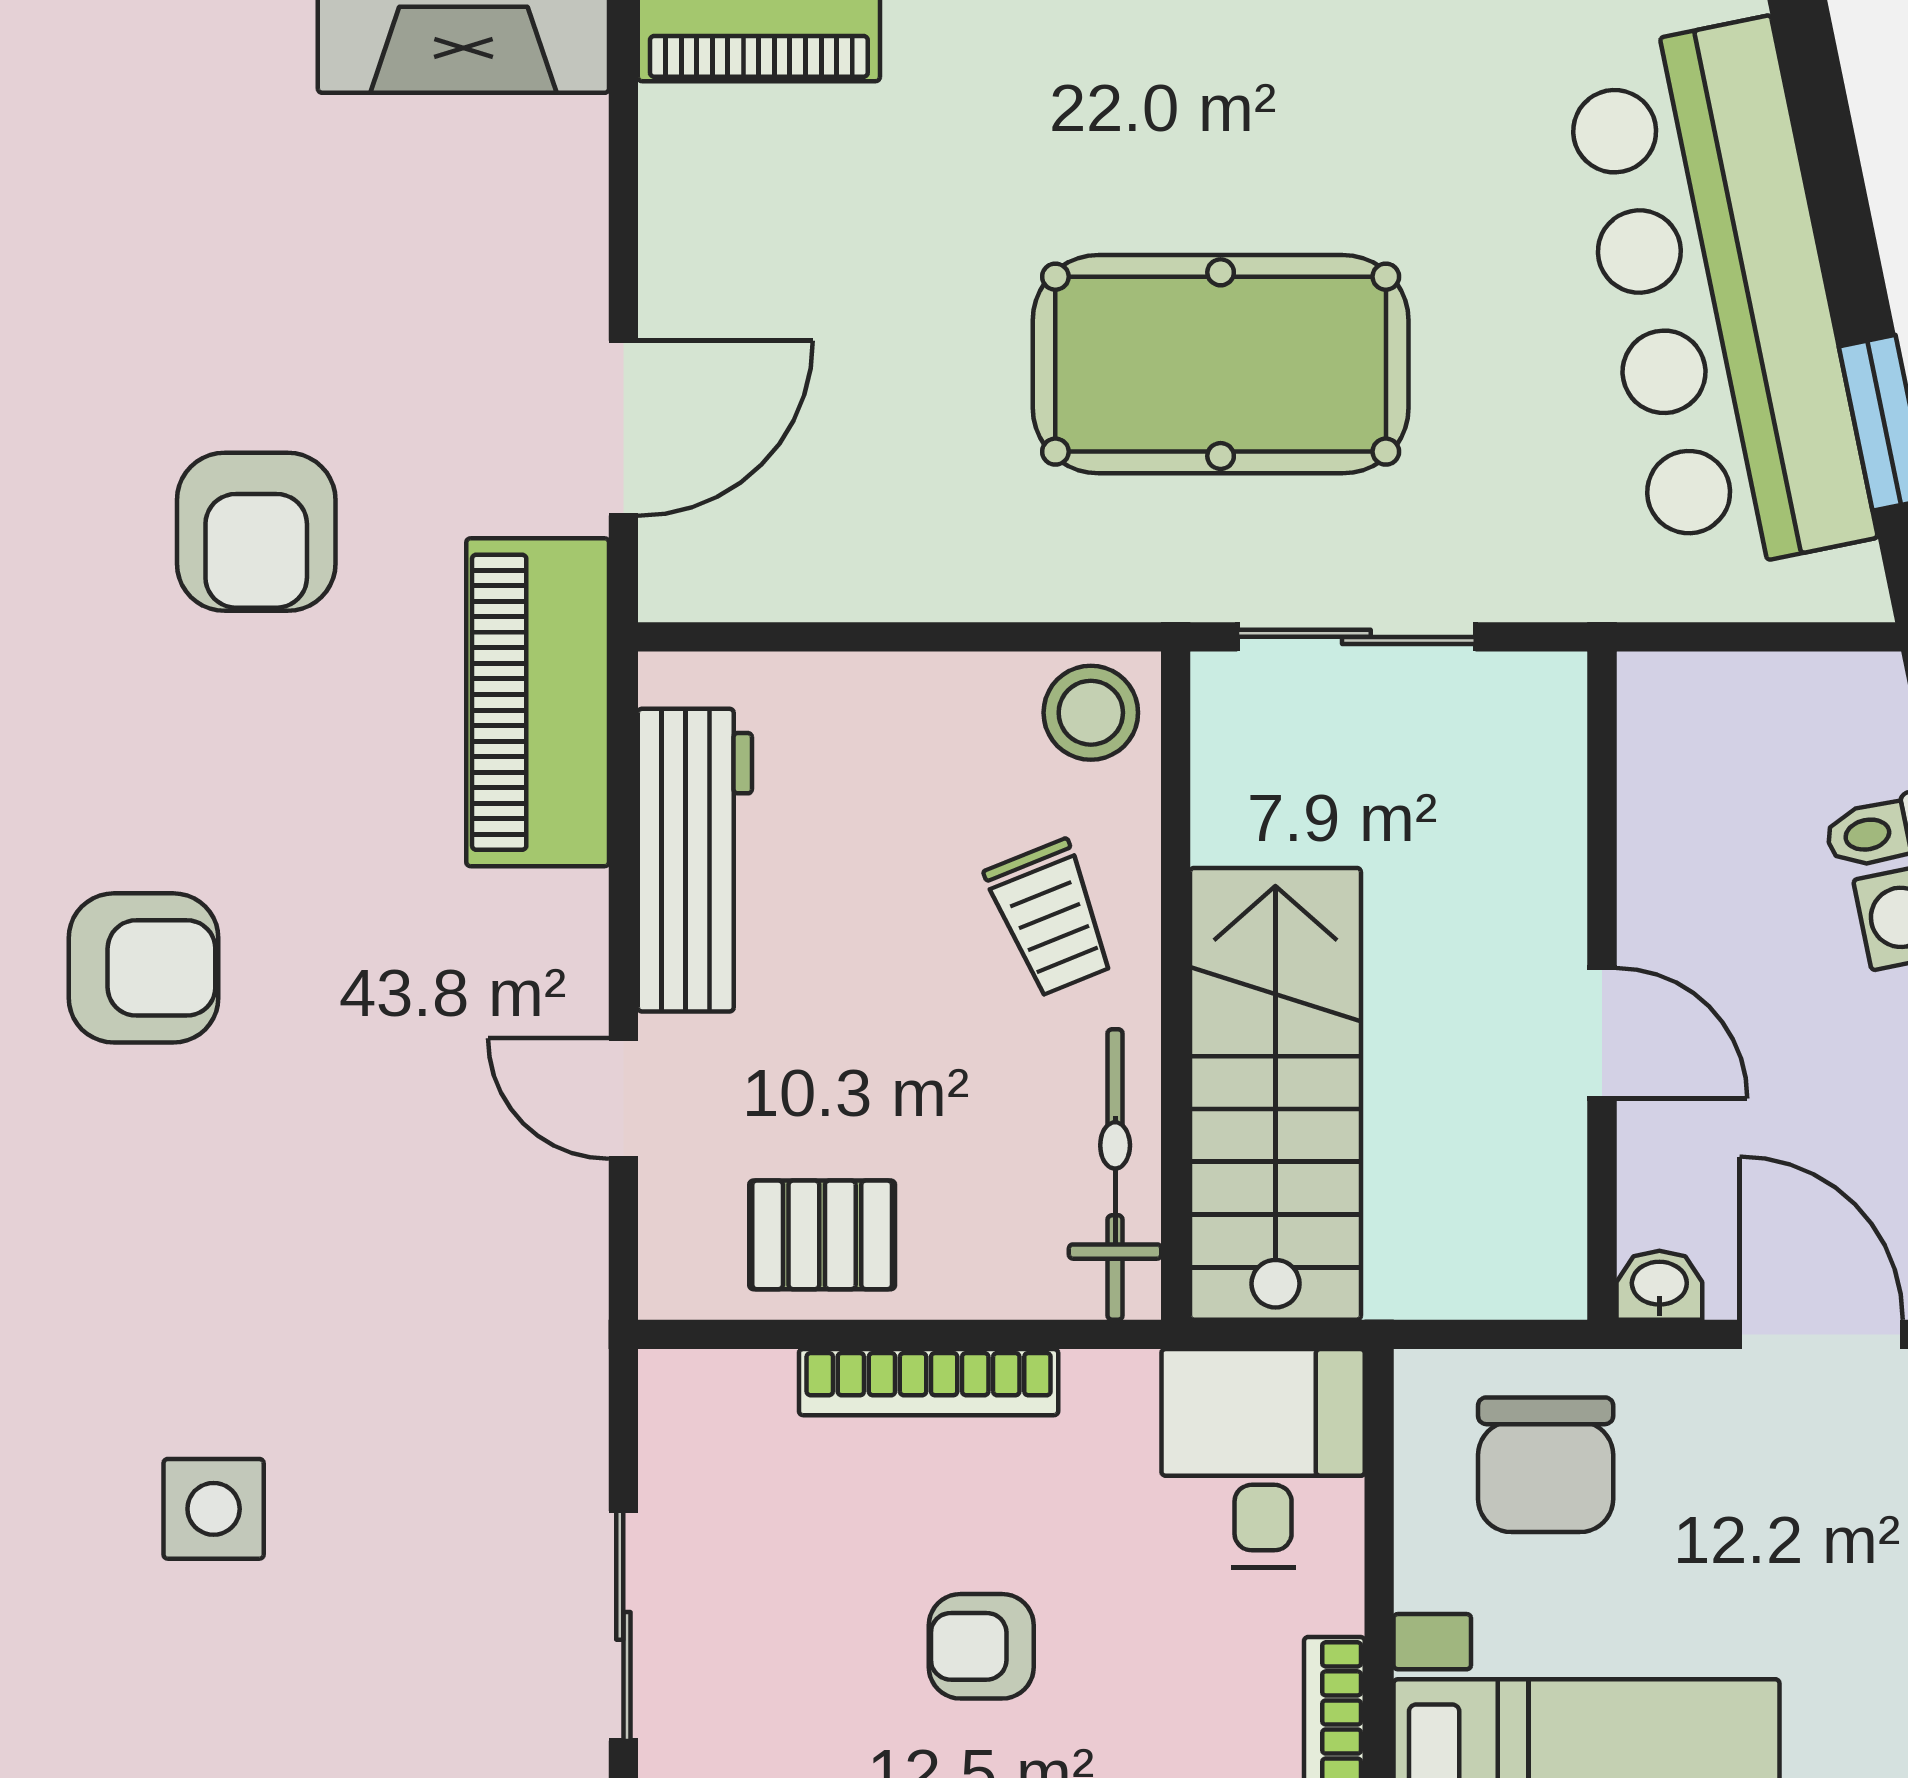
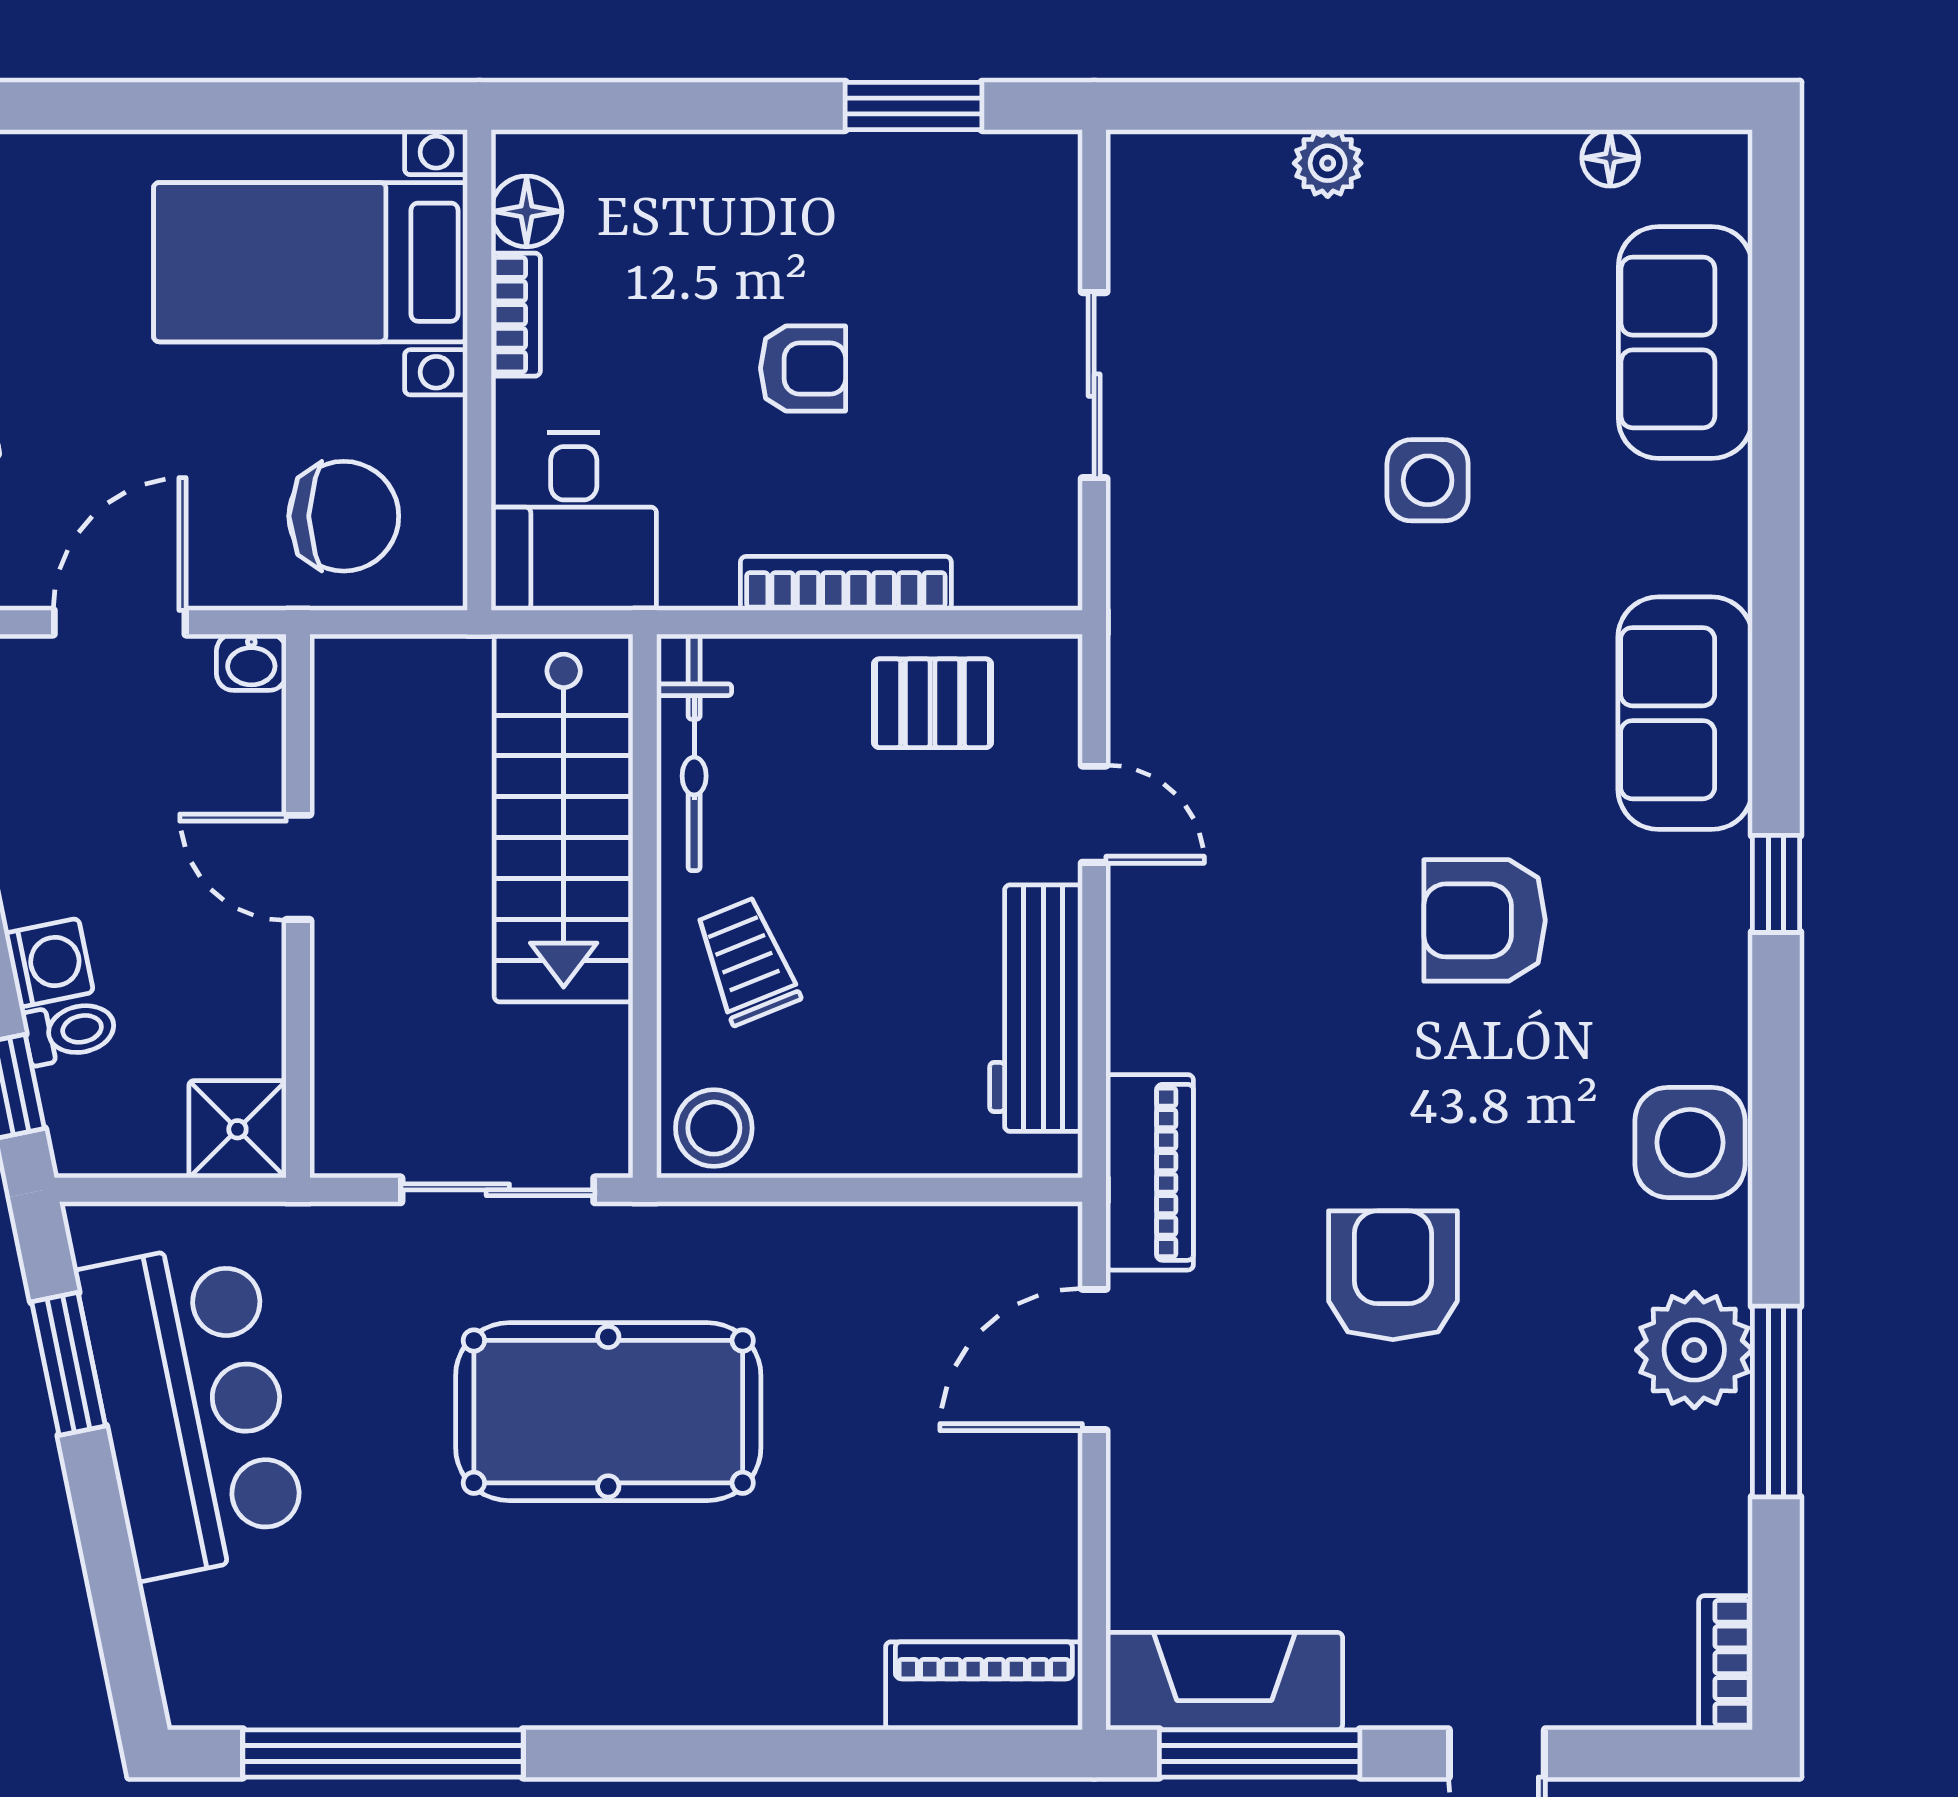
bar counter: (1718, 298) -> (192, 1409), width x0.73
piano: (538, 702) -> (1150, 1172), width x0.73, depth x0.75
shower: (1676, 711) -> (237, 1129), added
door: (1821, 1334) -> (120, 622), swing flipped
chair: (1546, 1465) -> (344, 516), turned 90

